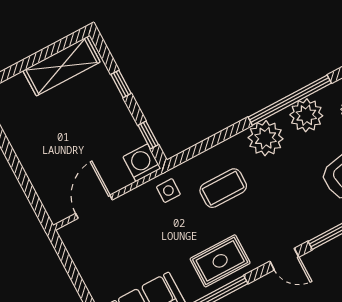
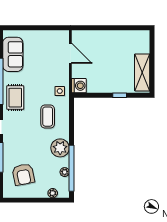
plant: (306, 115) -> (65, 172), width x0.53, depth x0.53
window: (148, 135) -> (90, 95), removed

